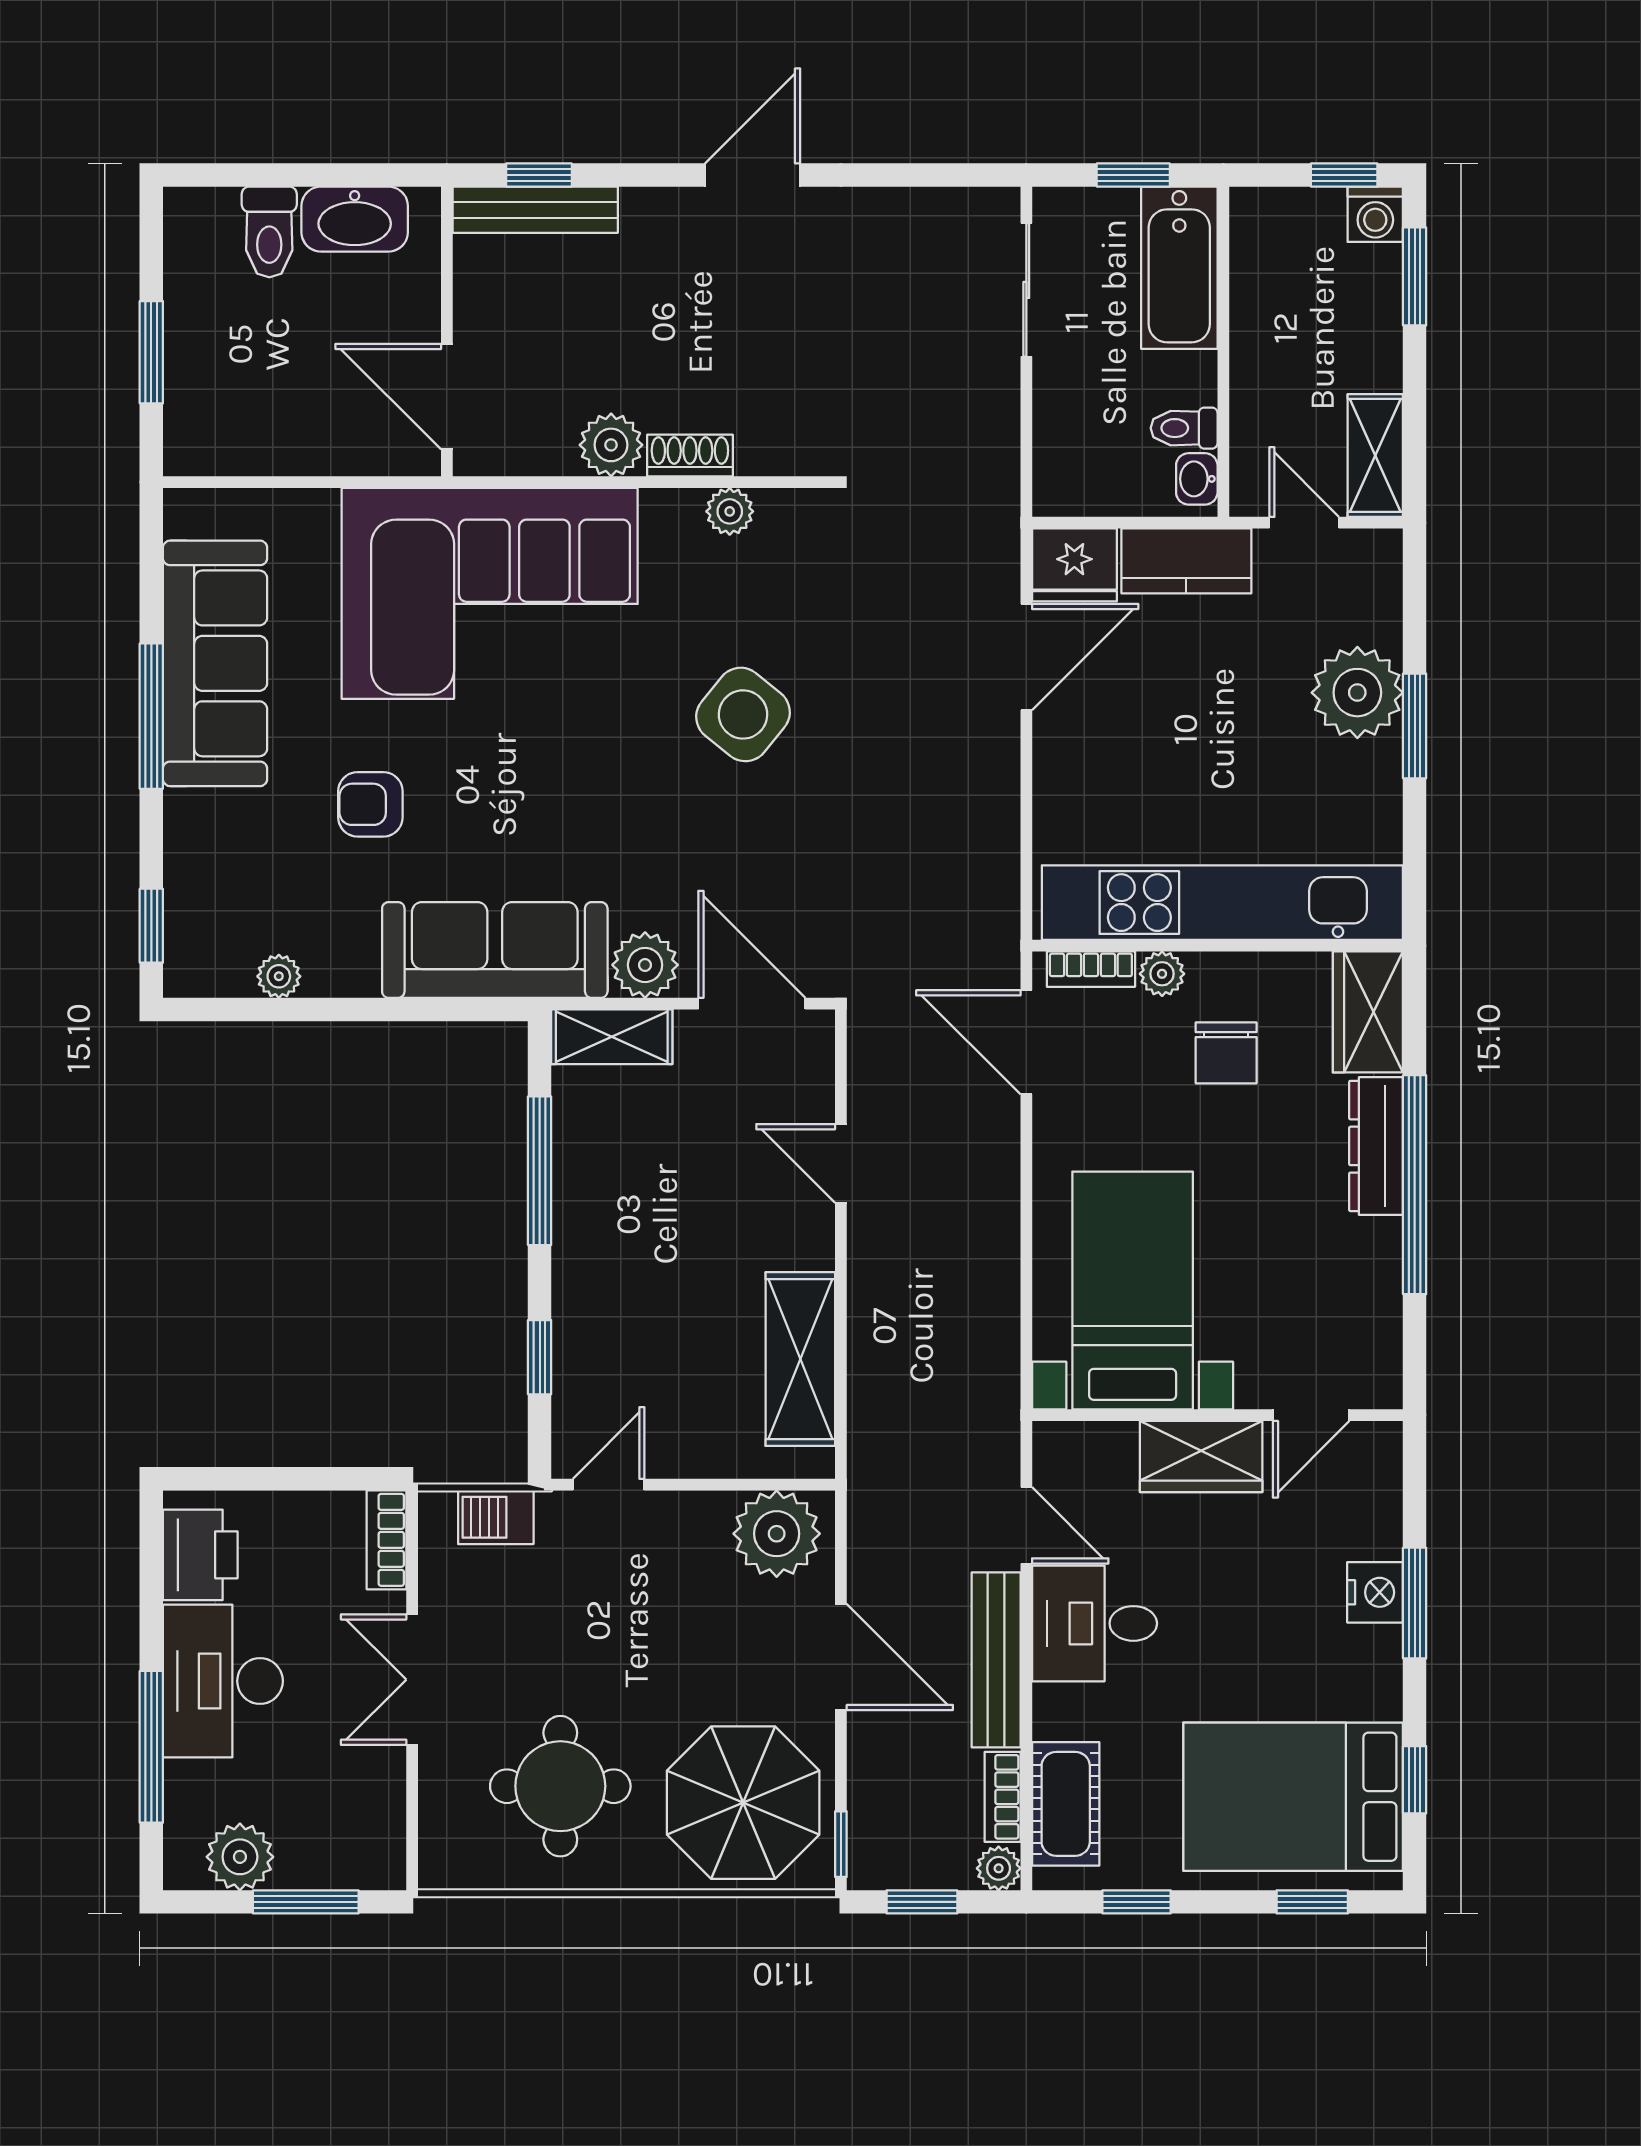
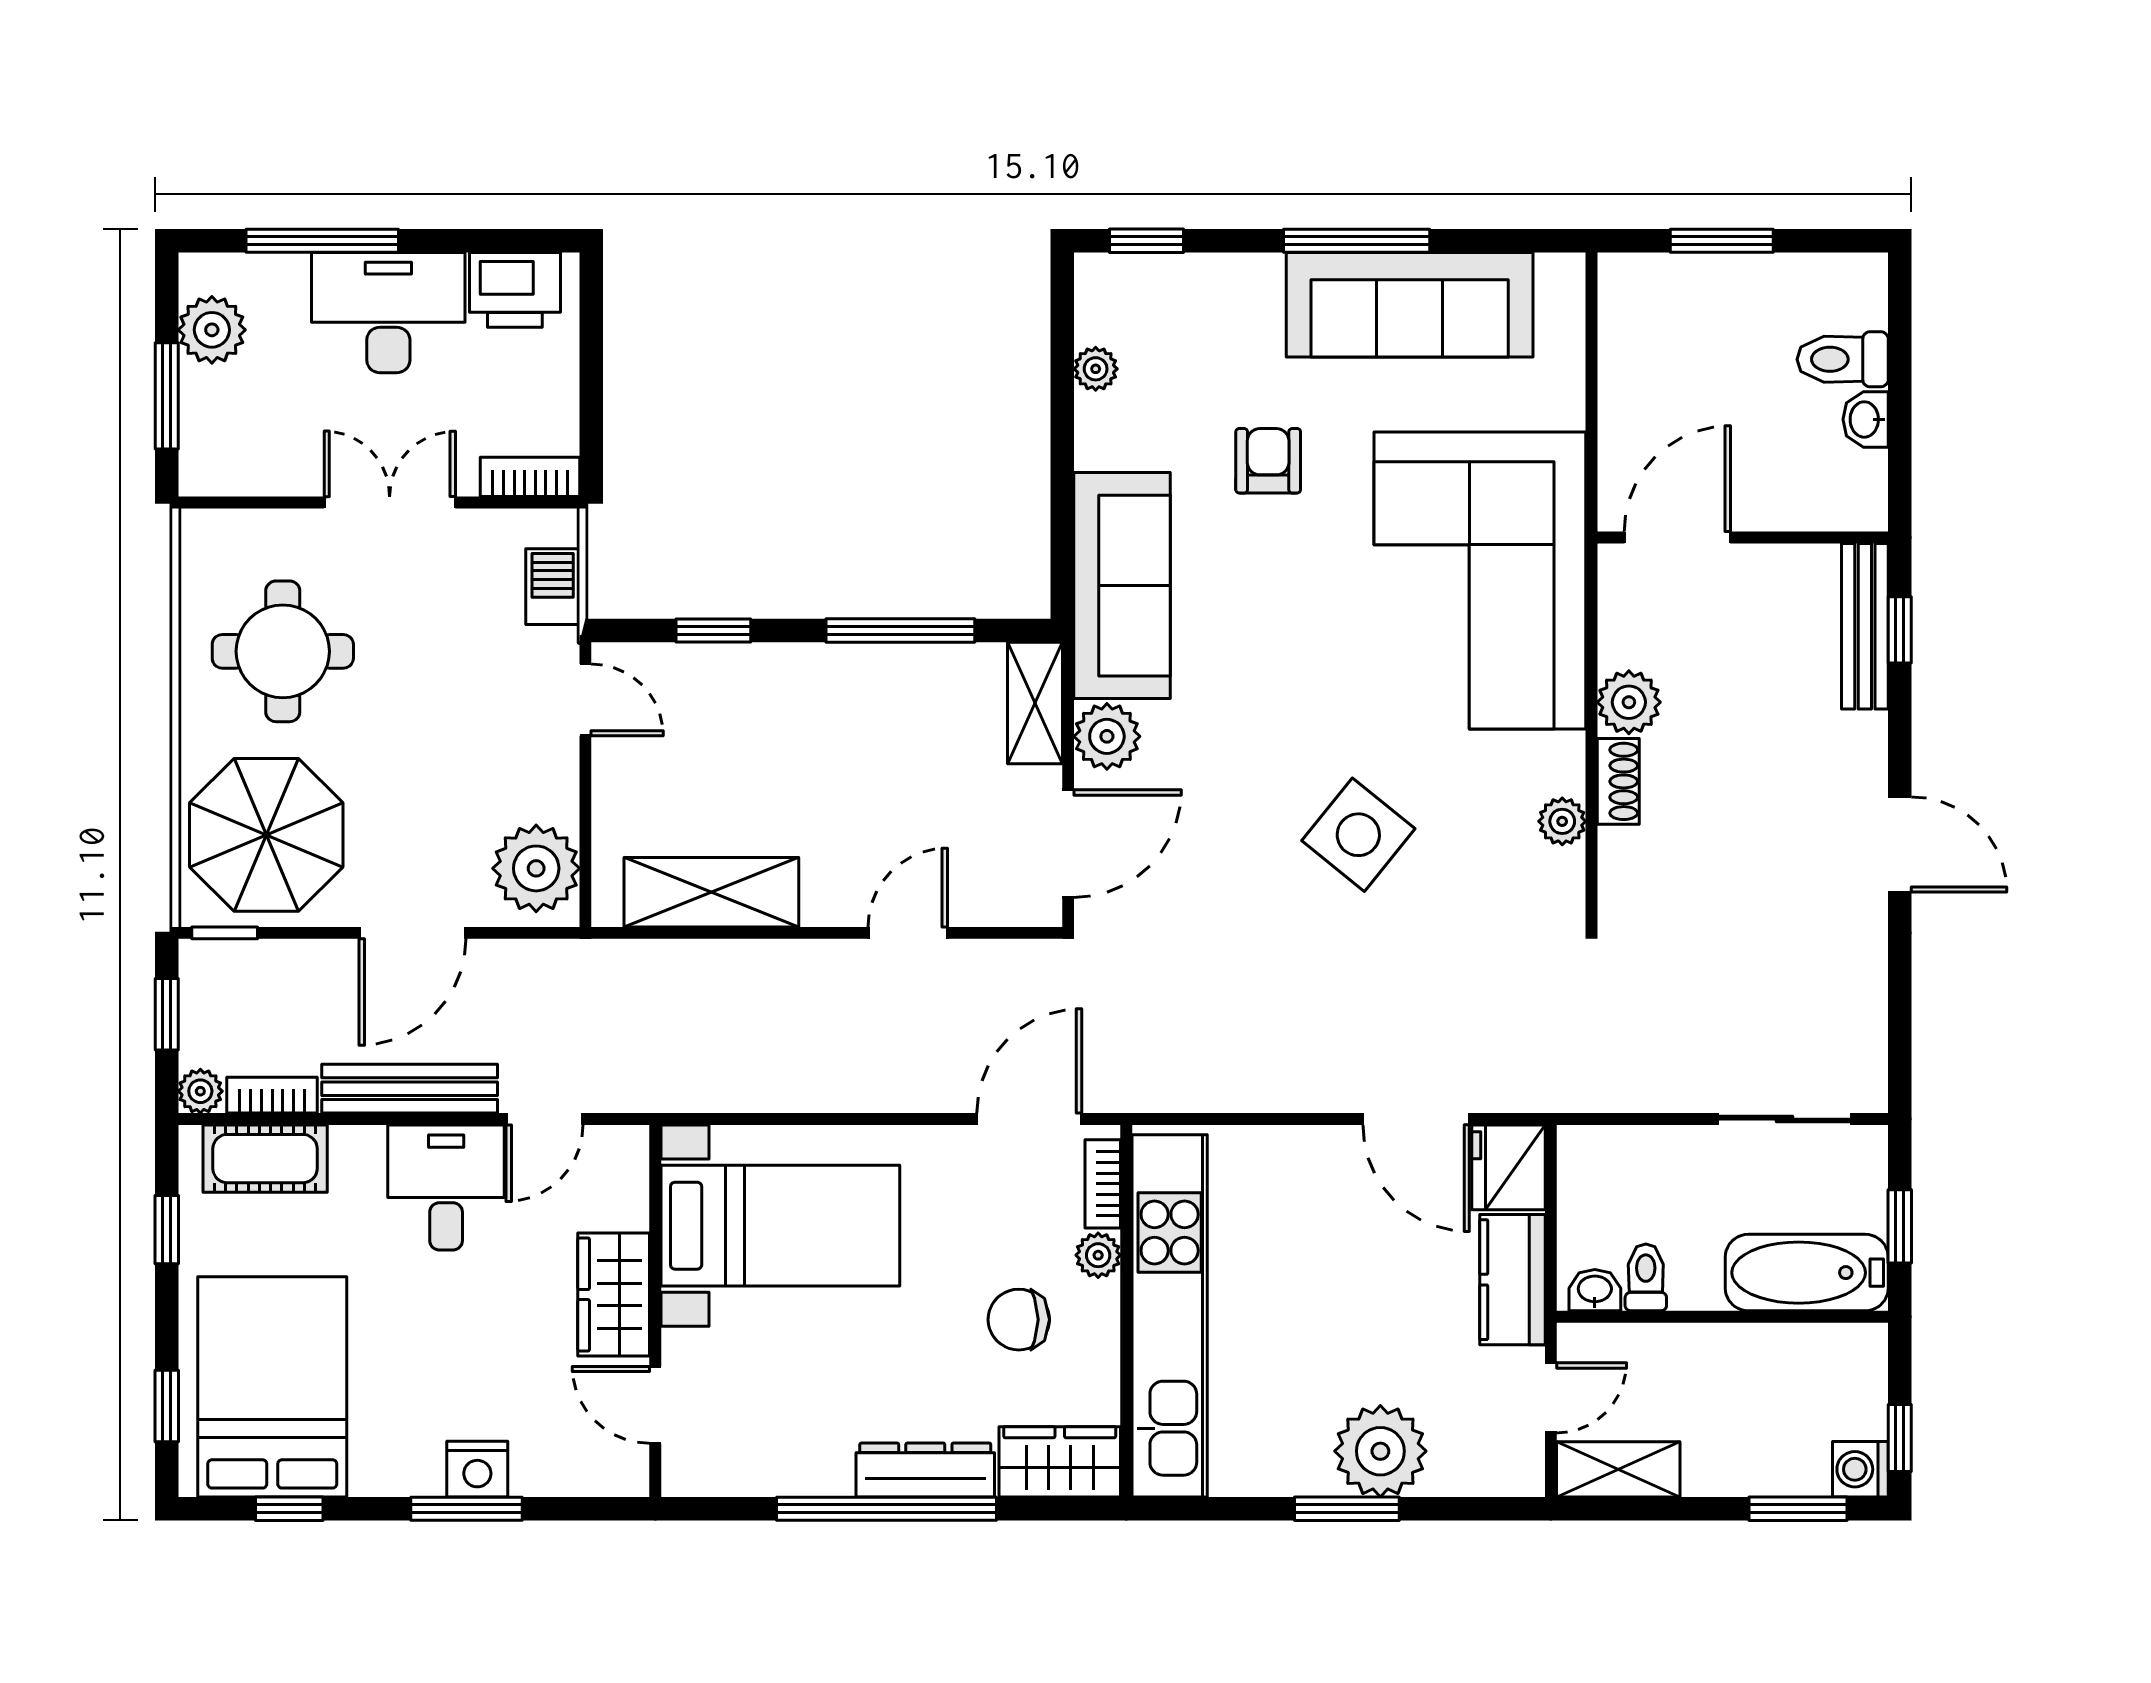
washbasin: (355, 219) -> (1866, 419), width x0.52, depth x0.69

